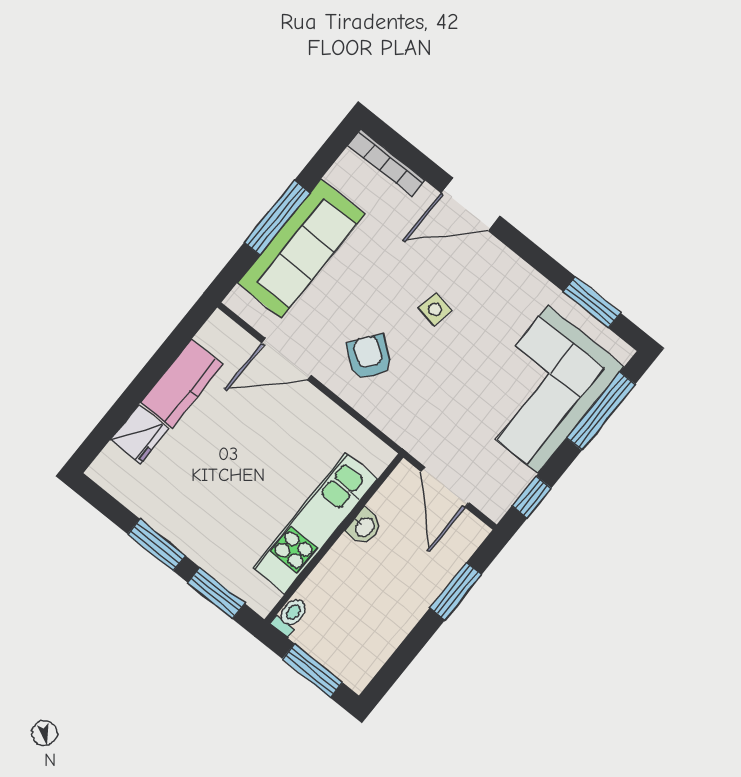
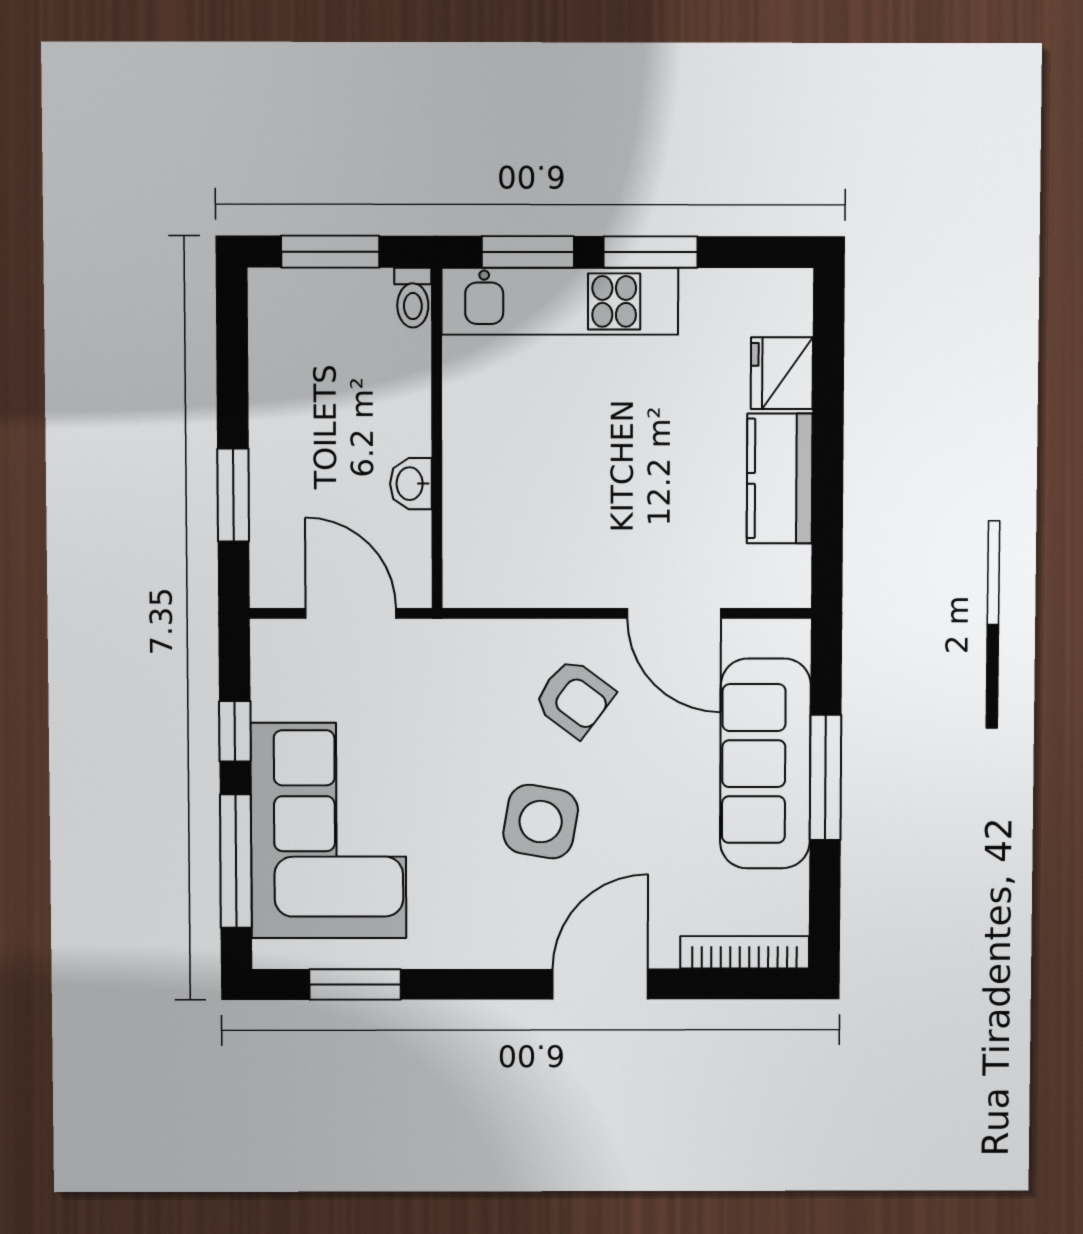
side table: (435, 309) -> (541, 822), width x1.87, depth x1.87
door: (287, 359) -> (674, 613), swing flipped
window: (532, 497) -> (235, 731), moved
kitchen unit: (315, 523) -> (560, 301), moved, turned 90

